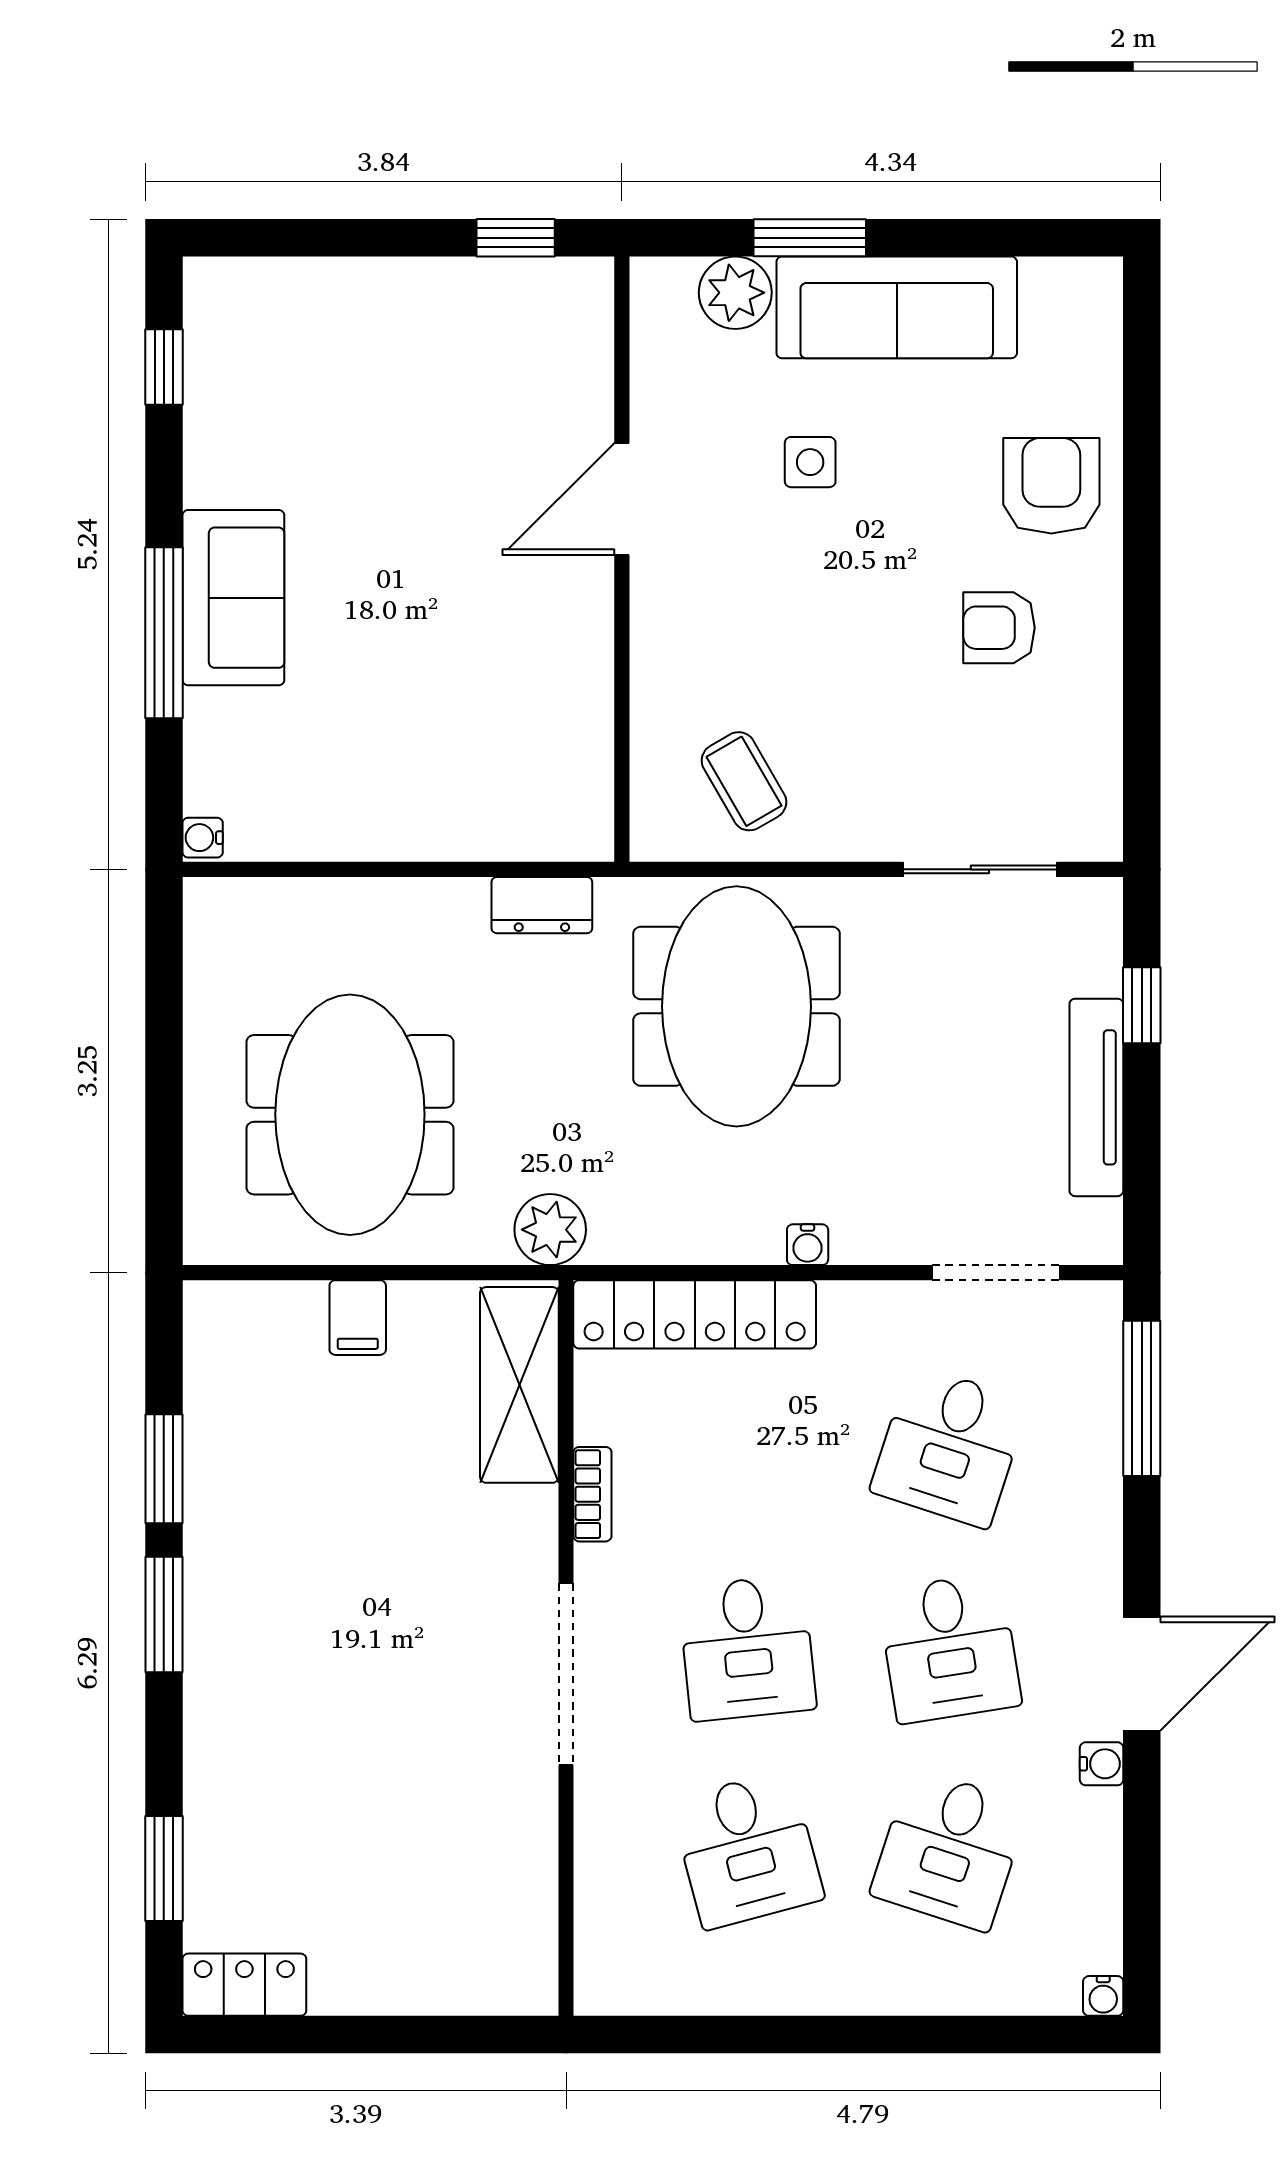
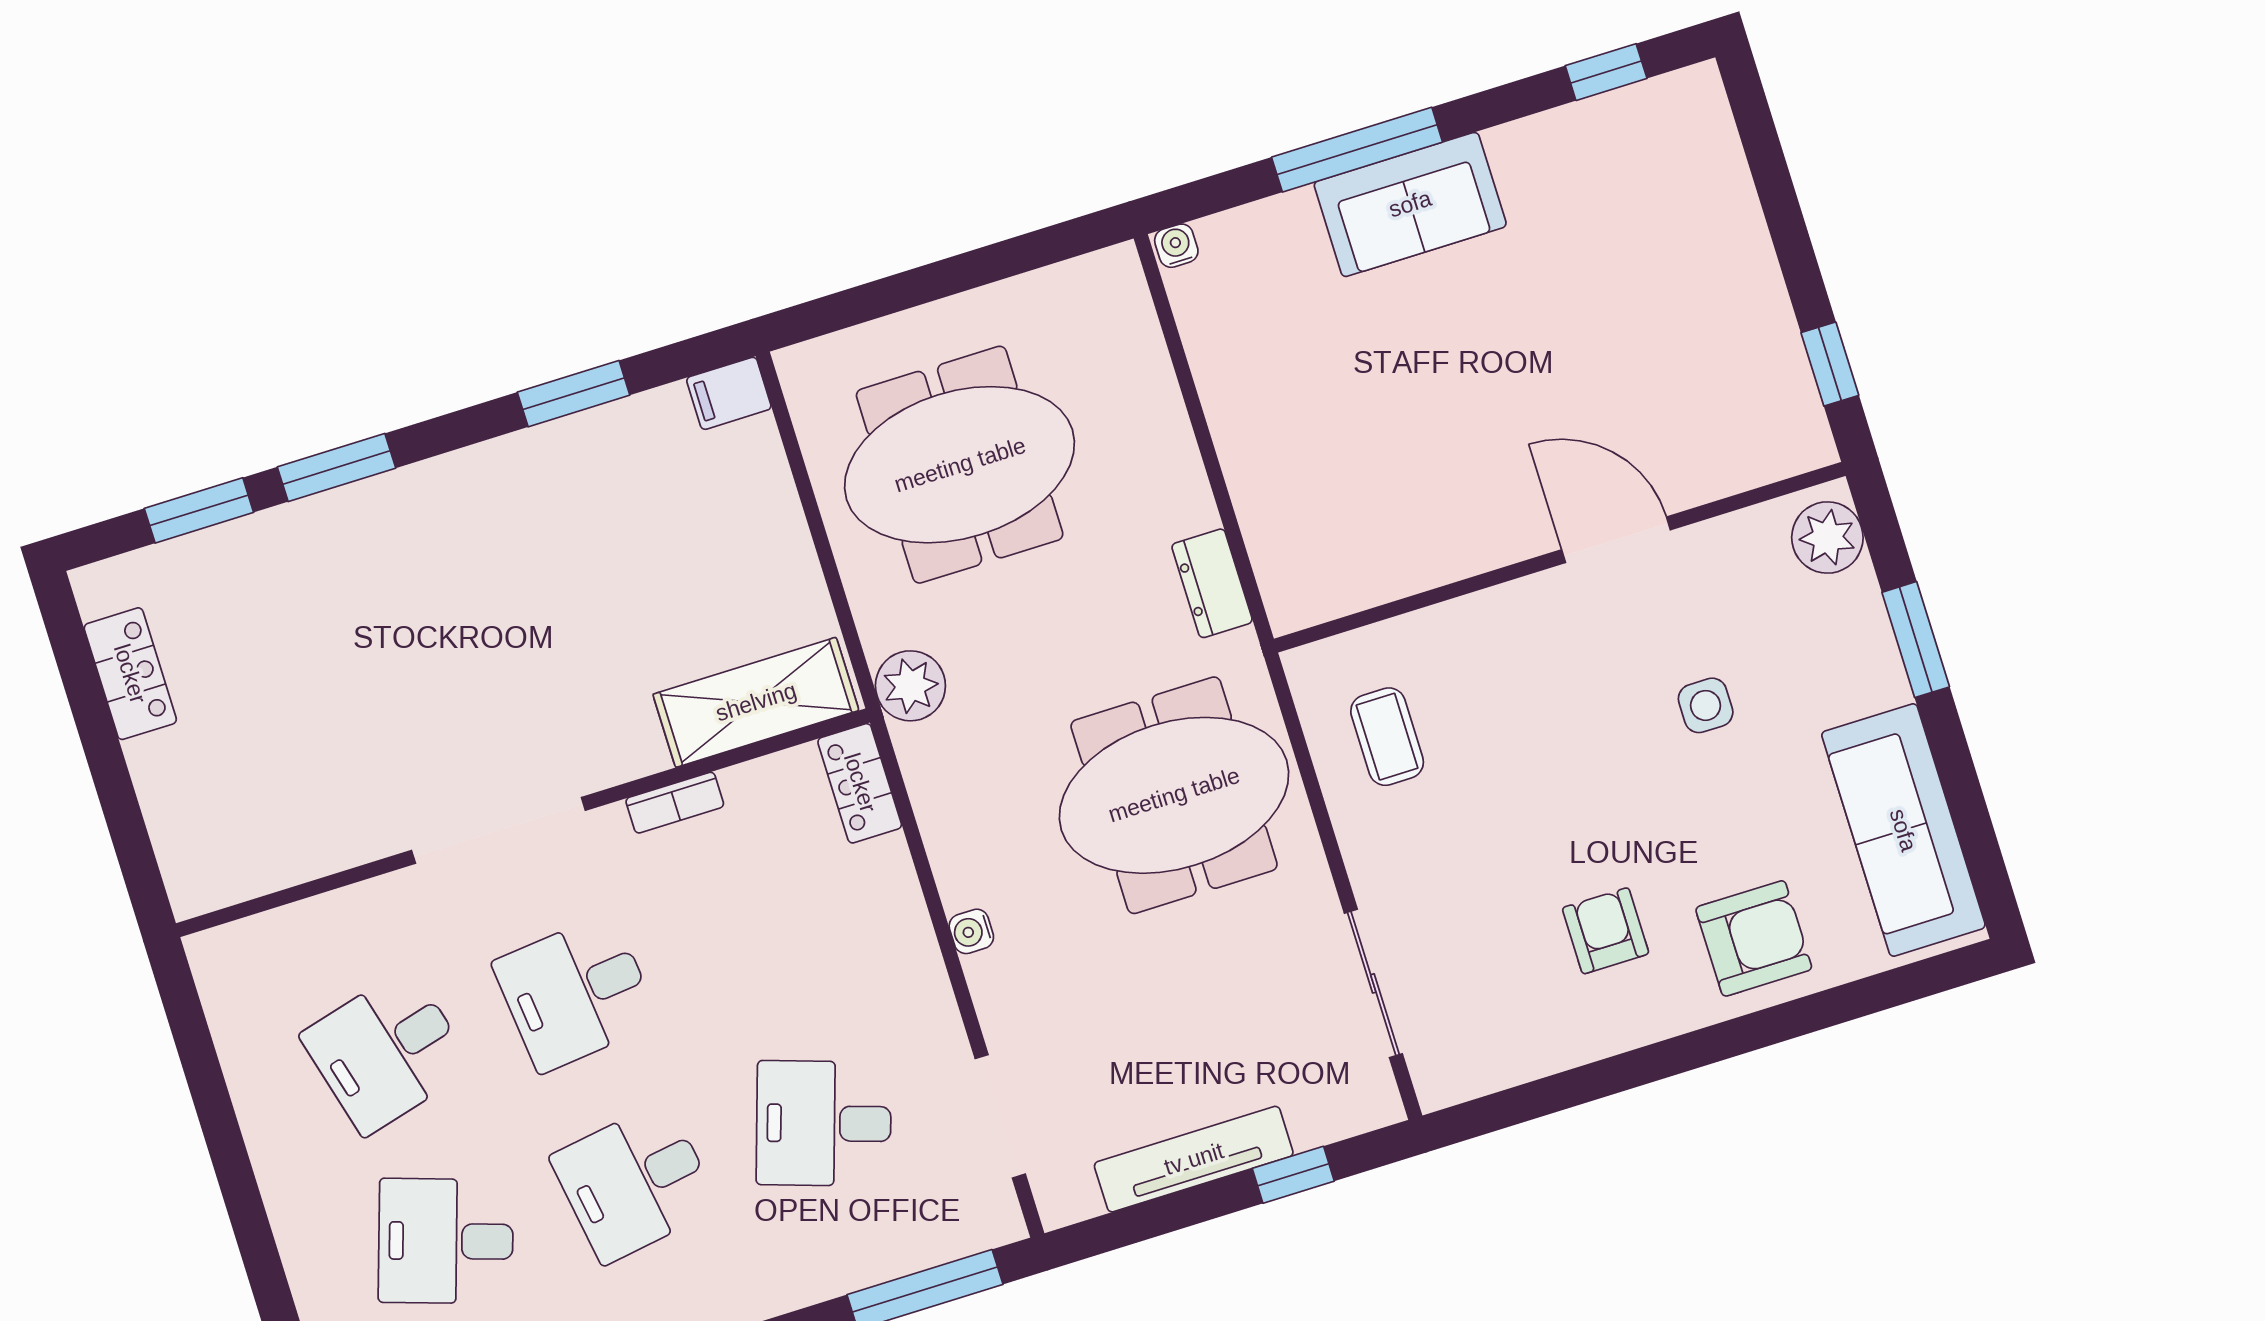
plant: (735, 293) -> (1827, 538), moved
sofa: (897, 307) -> (1903, 830), moved
coffee table: (744, 781) -> (1387, 737), turned -60
locker: (695, 1314) -> (860, 783), width x0.46, depth x0.83
filing cabinet: (358, 1318) -> (729, 393), moved
window: (164, 1615) -> (337, 467), moved
locker: (244, 1985) -> (130, 674), moved

